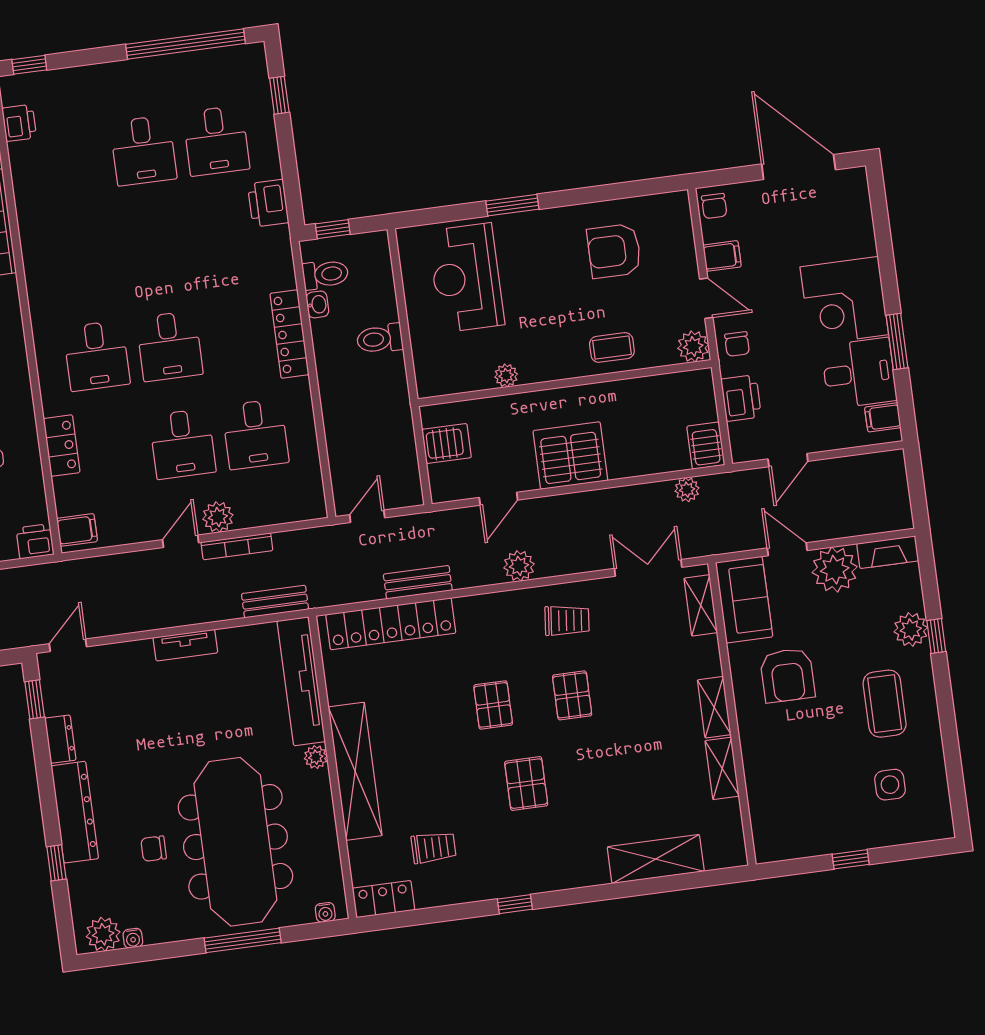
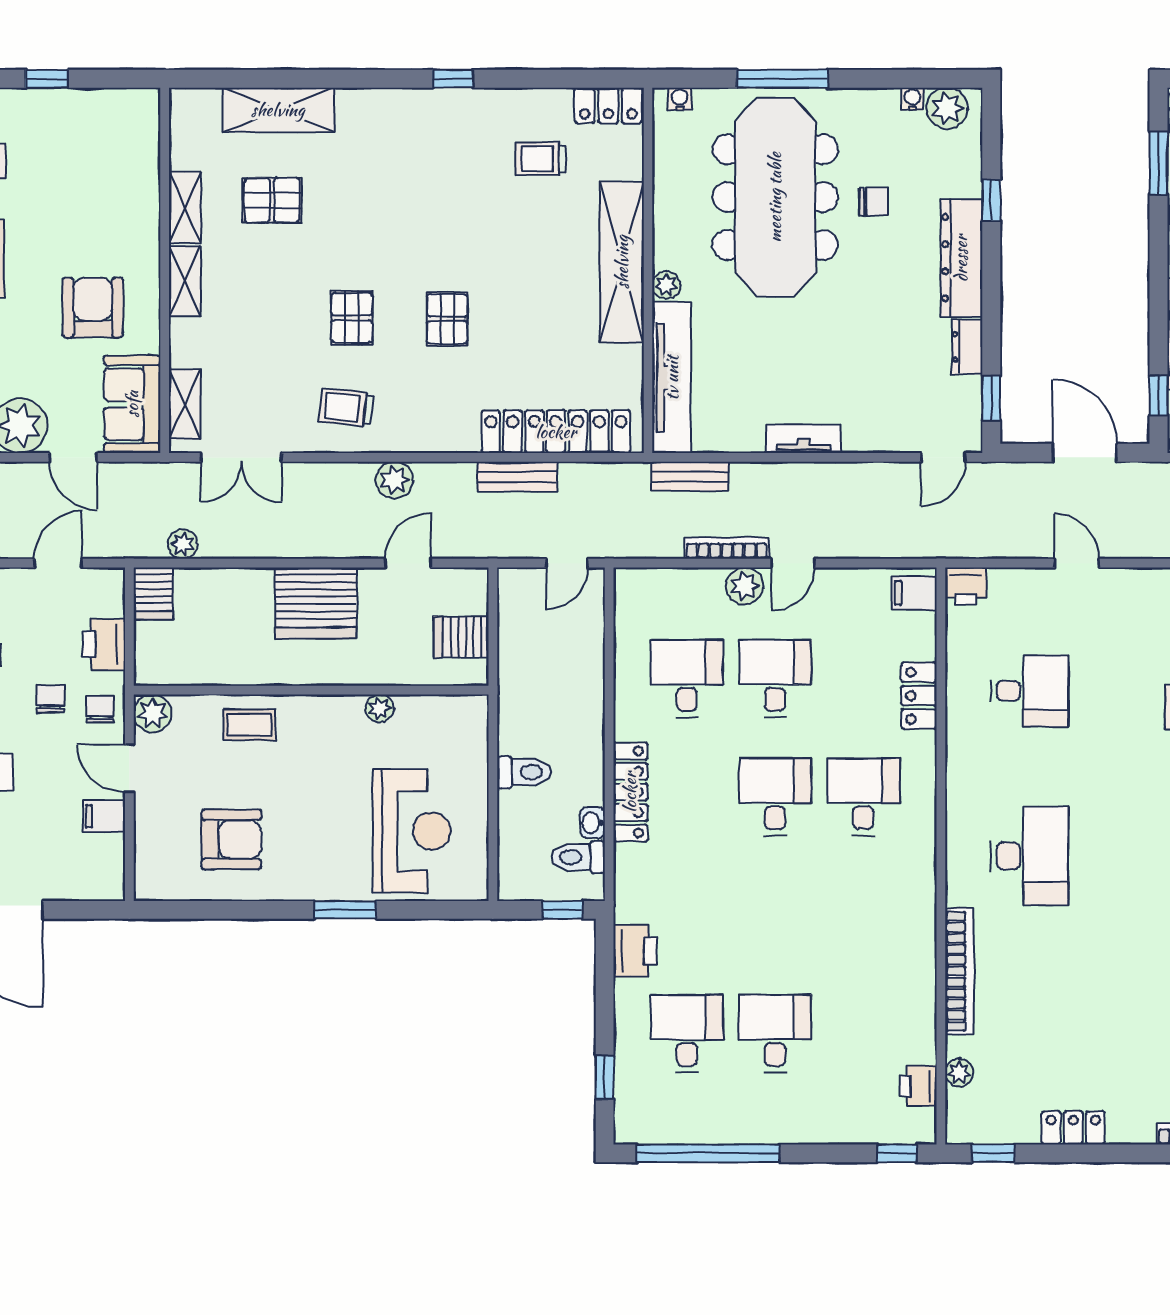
chair: (714, 206) -> (50, 699), moved
pallet: (526, 784) -> (272, 200), moved, turned 90

